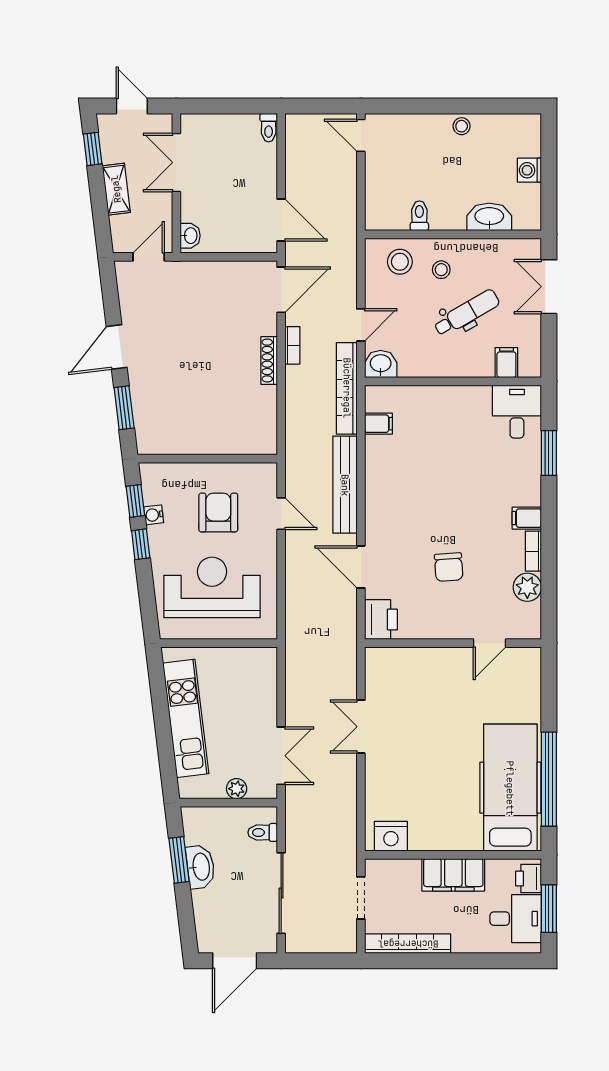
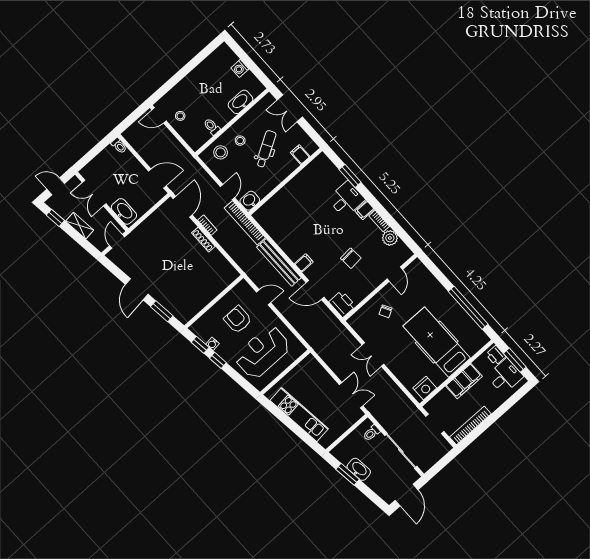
stool: (462, 126) -> (180, 116), moved
washbasin: (190, 236) -> (124, 211), width x1.91, depth x1.45
desk: (517, 412) -> (346, 199), moved, turned 90
filing cabinet: (378, 424) -> (304, 263), moved
chair: (431, 683) -> (385, 311), added
hospital bed: (510, 788) -> (437, 342), moved
plant: (237, 789) -> (345, 425), removed

